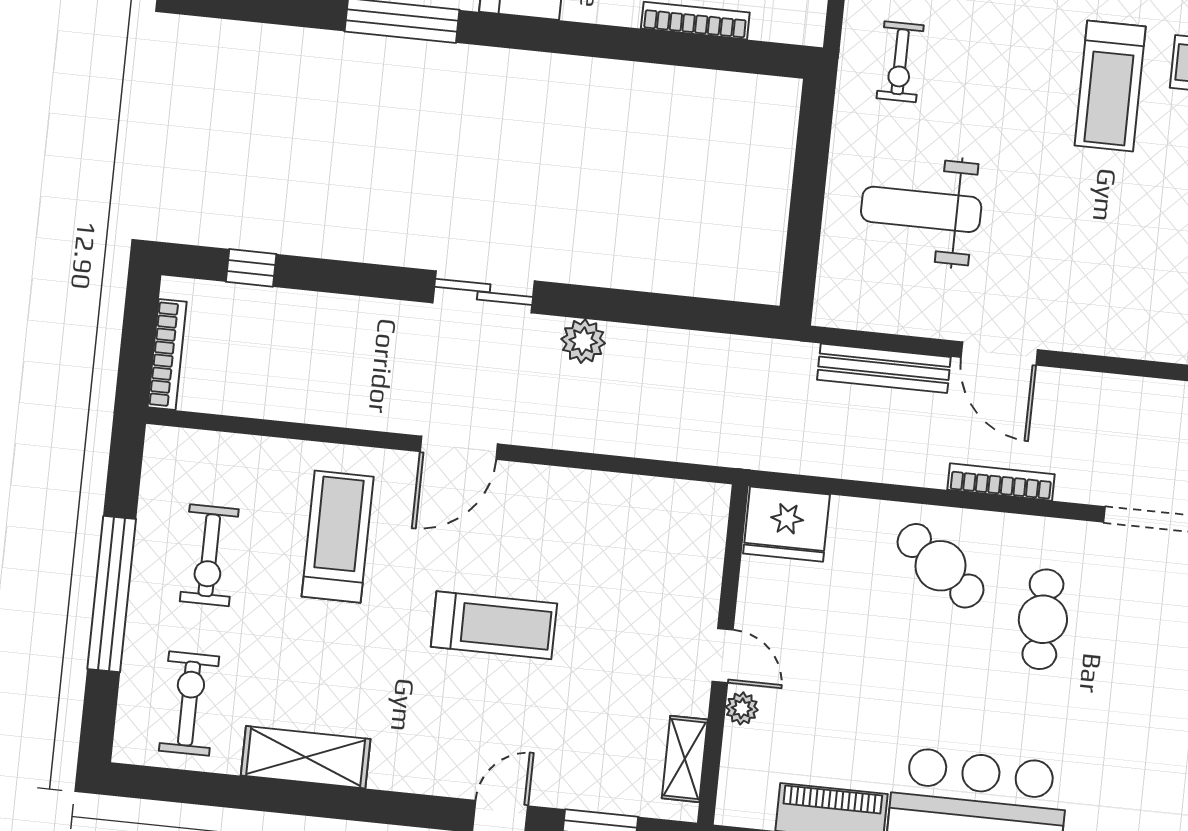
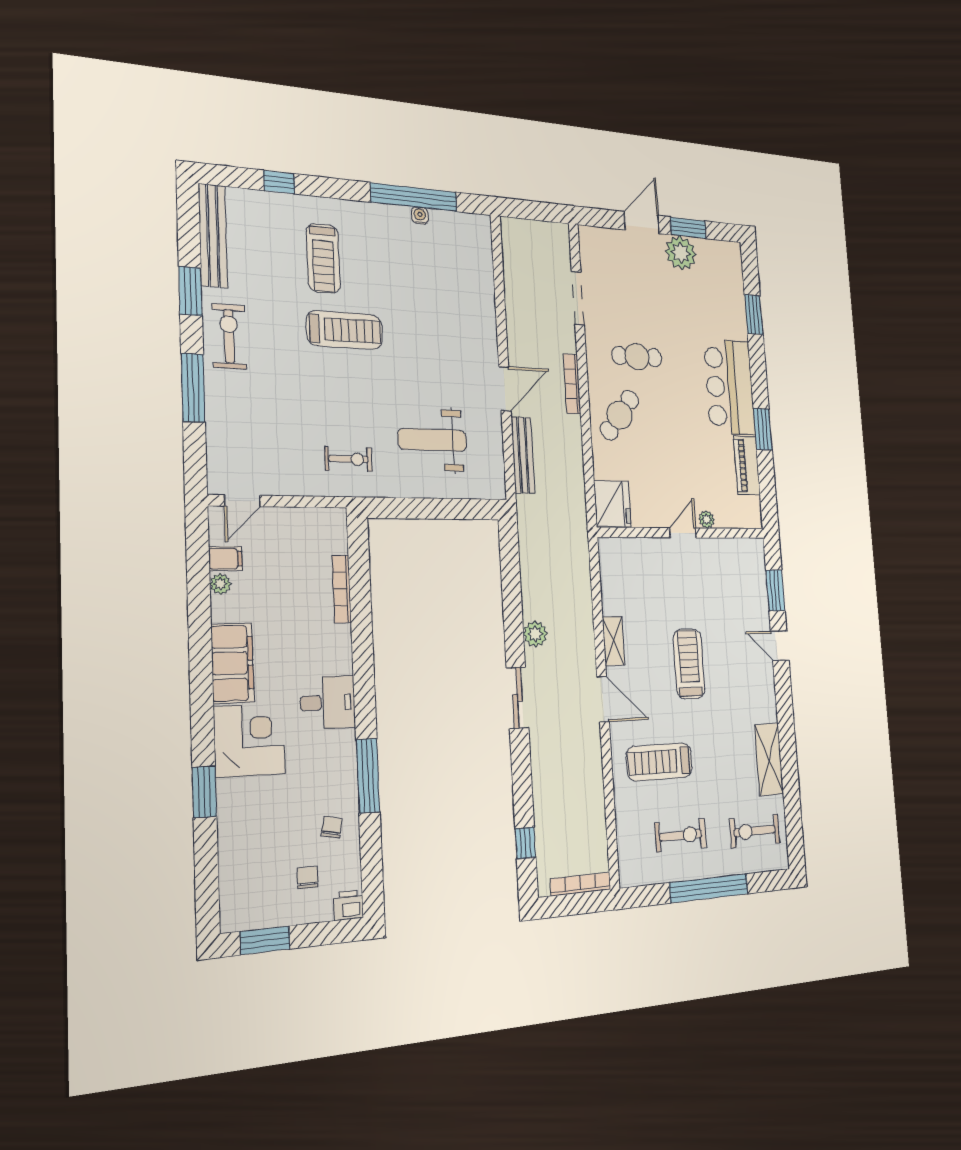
weight bench: (921, 209) -> (432, 440), turned 90
shelving: (685, 759) -> (613, 641), moved, turned 90

